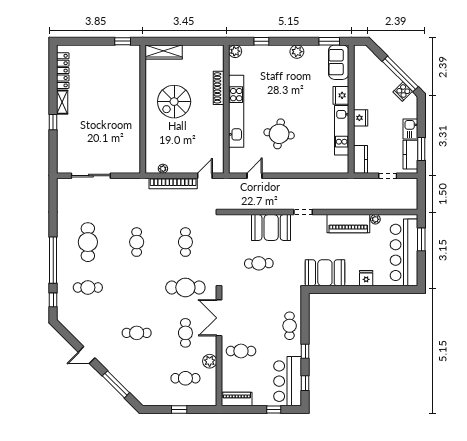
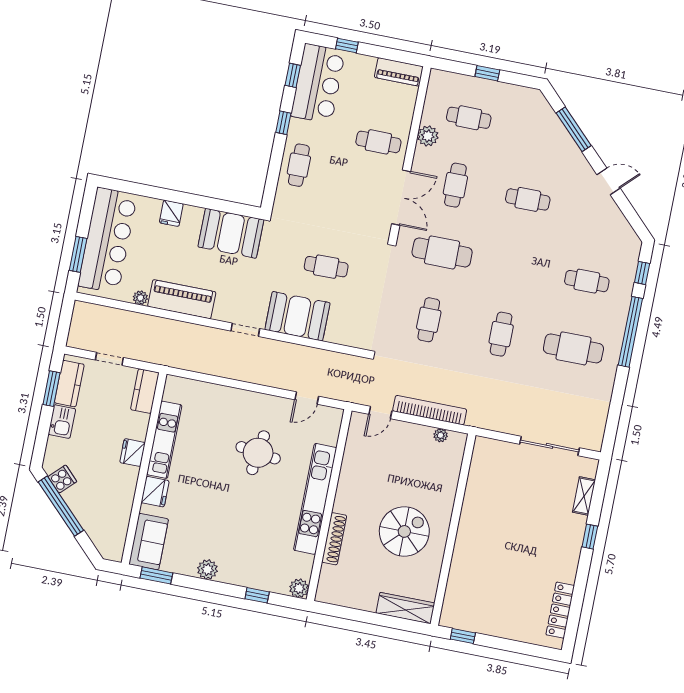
shelving: (62, 102) -> (584, 496), moved
cafe table: (88, 242) -> (573, 348), turned 90

